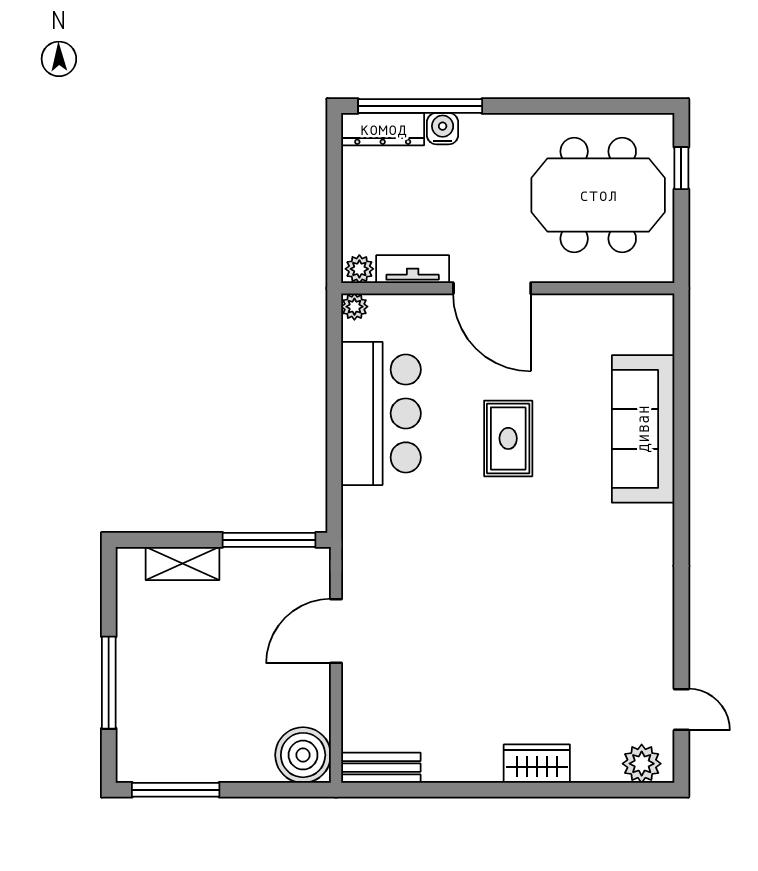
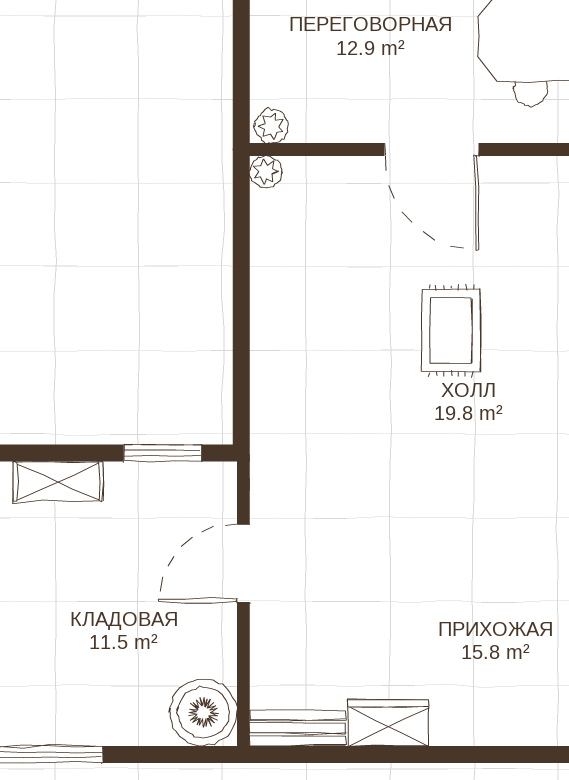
tv unit: (413, 269) -> (336, 126), removed
bar counter: (381, 413) -> (298, 301), removed
window: (269, 540) -> (163, 453), width x0.69
wardrobe: (537, 764) -> (389, 723), moved

